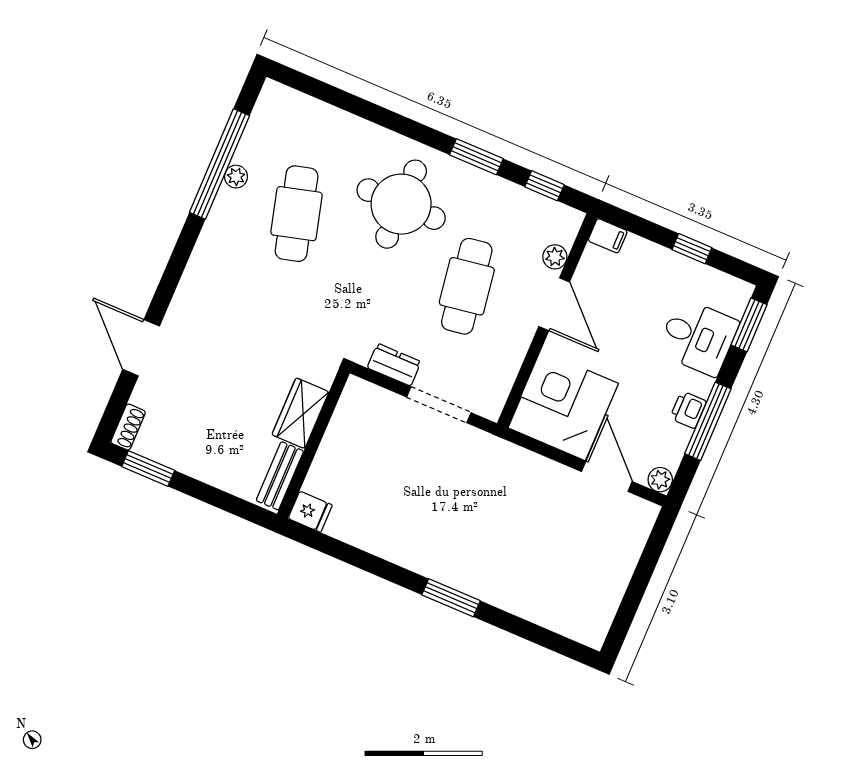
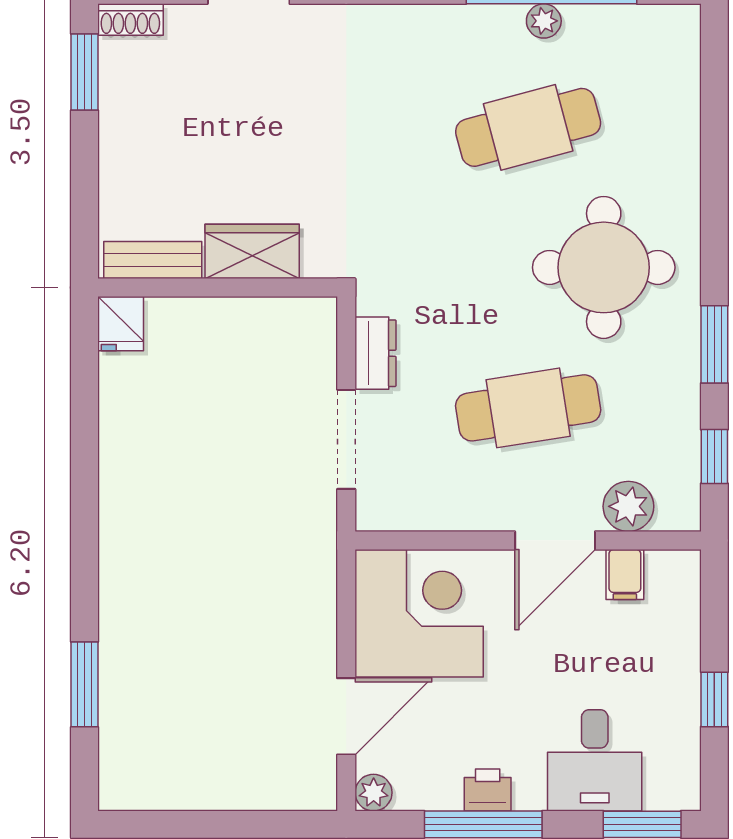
filing cabinet: (608, 236) -> (625, 574), moved
plant: (555, 257) -> (628, 506), width x1.38, depth x1.38
window: (451, 598) -> (85, 684), moved

